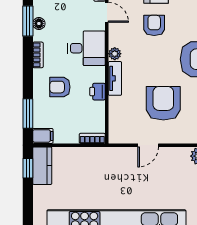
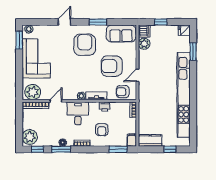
armchair: (154, 25) -> (123, 92), moved
door: (148, 145) -> (137, 75), swing flipped
window: (28, 168) -> (170, 149), moved

